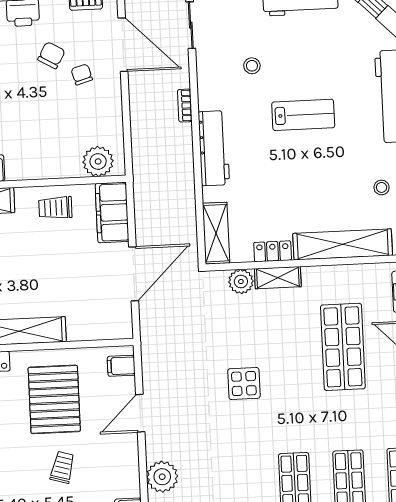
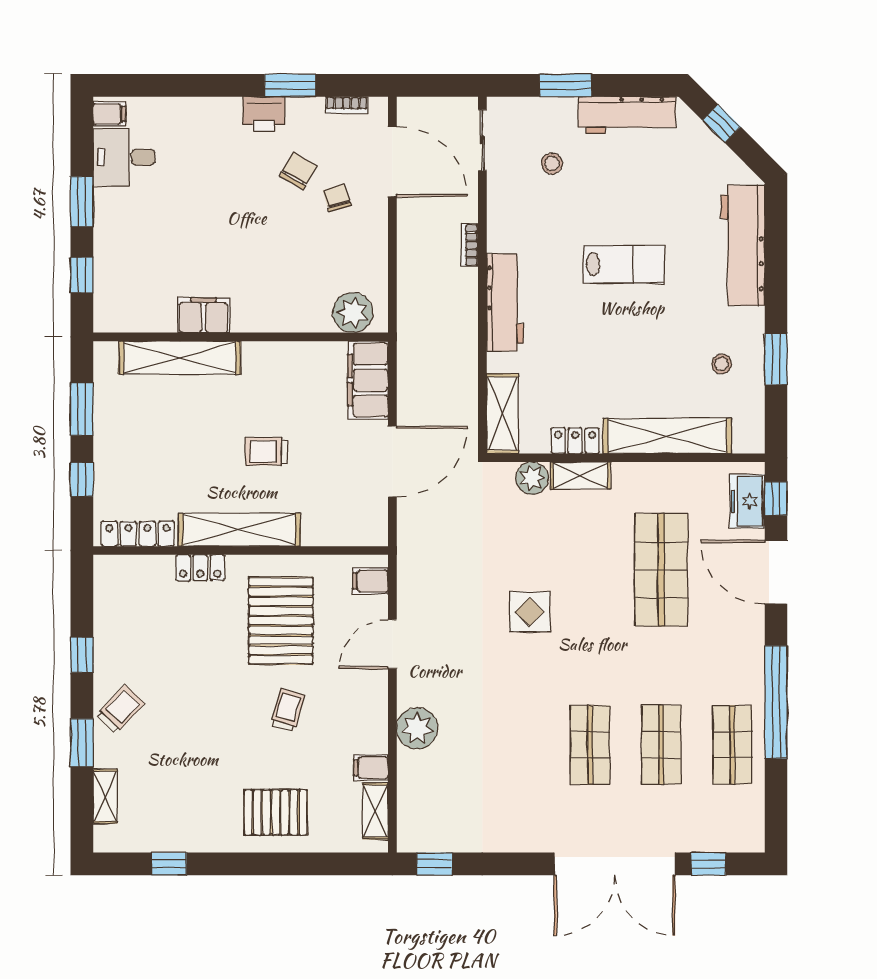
stool: (252, 66) -> (552, 164), moved
trolley: (55, 208) -> (266, 451), moved

